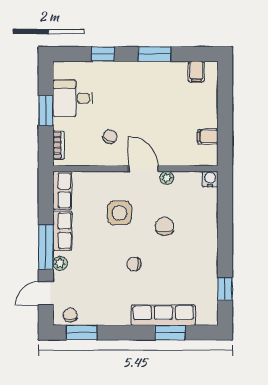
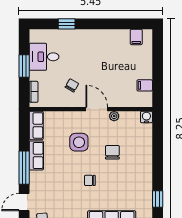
window: (155, 54) -> (105, 24), removed
plant: (60, 263) -> (35, 180), removed

